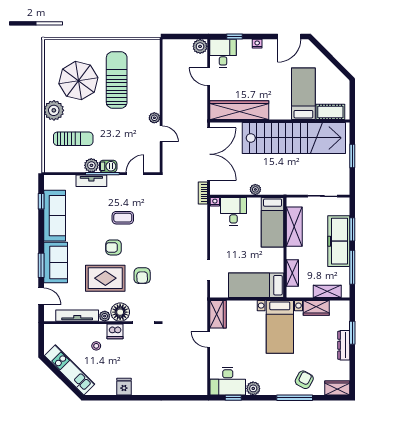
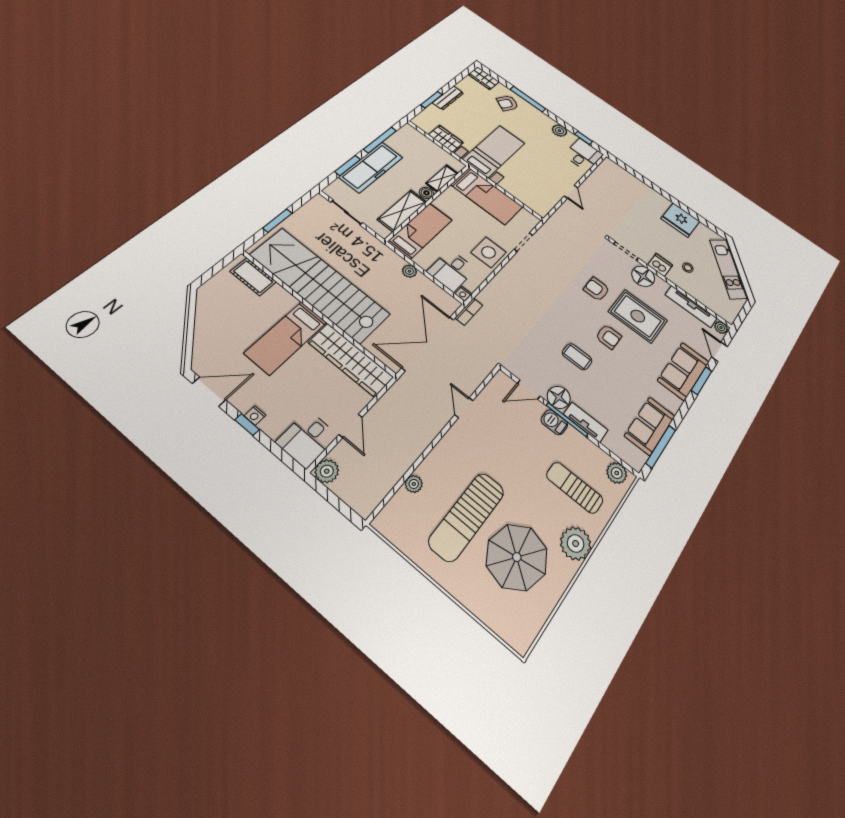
window: (235, 37) -> (247, 425), moved
bed: (303, 94) -> (286, 338), moved
plant: (154, 118) -> (414, 484), moved
plant: (91, 165) -> (617, 473), moved
floor lamp: (116, 183) -> (559, 397), added
window: (41, 201) -> (661, 447), width x2.17
sofa: (55, 216) -> (650, 426), width x0.73
side table: (223, 243) -> (489, 252), added
boiler: (292, 253) -> (427, 193), added
armchair: (142, 276) -> (597, 289), turned -89
shelving: (327, 291) -> (423, 142), removed
wardrobe: (218, 314) -> (545, 203), removed
plant: (105, 316) -> (721, 328), moved
desk: (228, 381) -> (583, 155), width x0.73
fridge: (124, 387) -> (680, 220), width x1.88, depth x1.34

